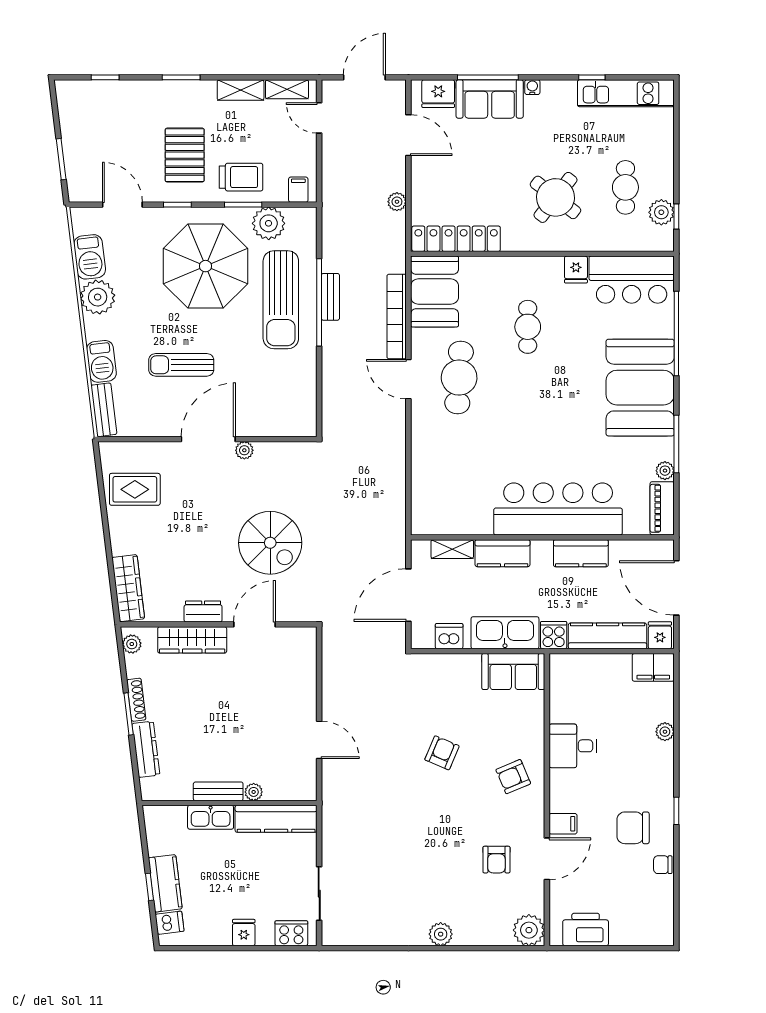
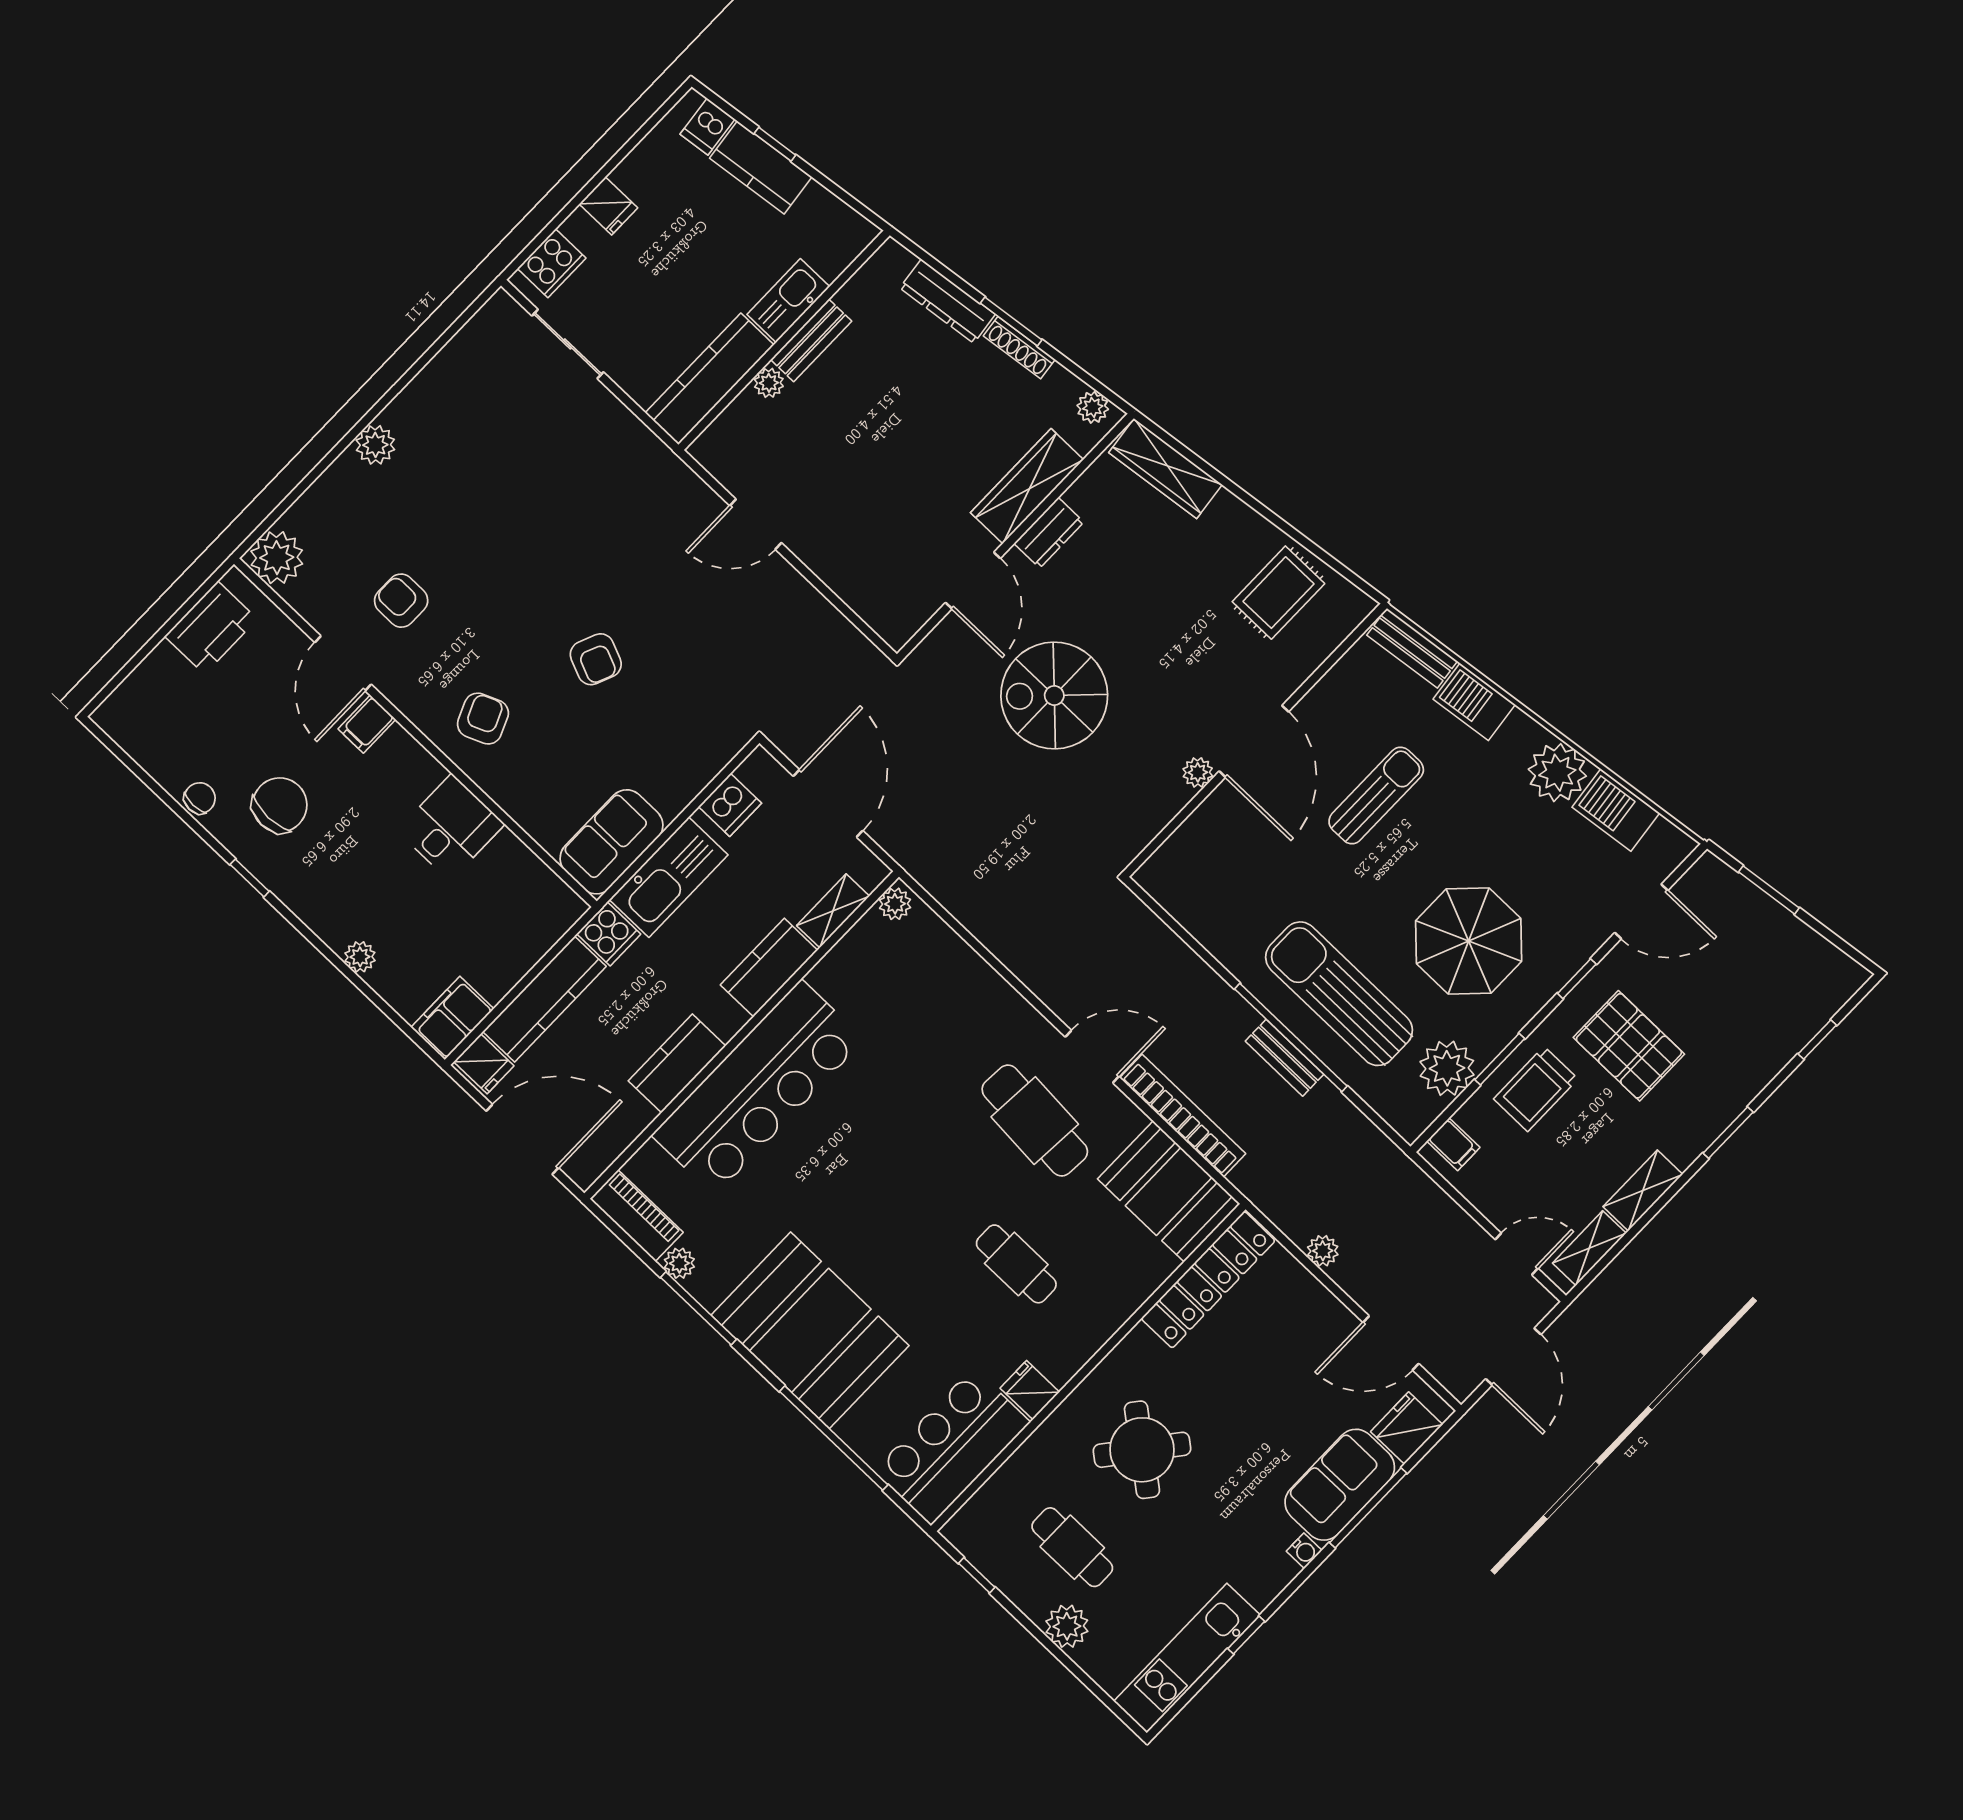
plant: (661, 212) -> (1067, 1626), moved
parasol: (205, 266) -> (1469, 941), width x0.73, depth x0.73
plant: (424, 526) -> (895, 904), added

